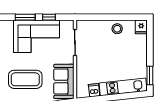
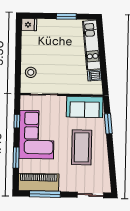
window: (25, 17) -> (16, 158), moved
stool: (117, 29) -> (31, 72), moved
window: (150, 76) -> (66, 16), moved

